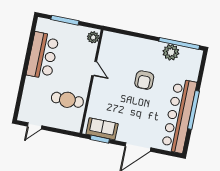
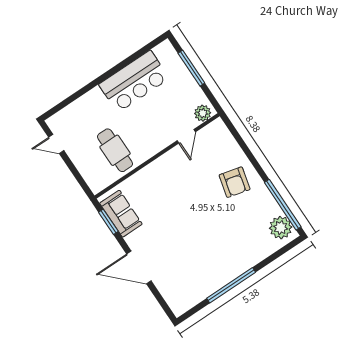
plant: (171, 52) -> (281, 228), moved
door: (94, 69) -> (186, 136), moved
armchair: (144, 80) -> (235, 182), moved, turned -76
bar counter: (179, 116) -> (211, 277), removed

